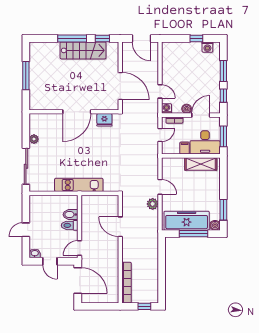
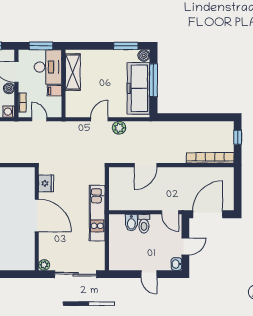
wall: (74, 112) -> (37, 219), moved
door: (77, 112) -> (37, 215), moved
fridge: (104, 120) -> (46, 183), moved

